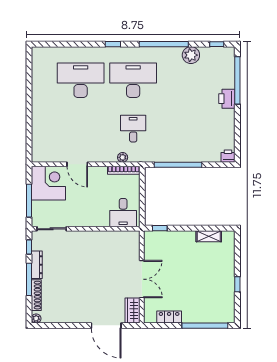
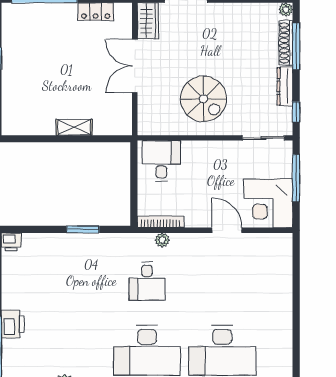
window: (178, 165) -> (83, 229), width x0.47
window: (160, 228) -> (109, 139), removed
shelving: (209, 236) -> (74, 127), moved
spiral stairs: (94, 256) -> (204, 99), added
window: (29, 279) -> (296, 46), moved

